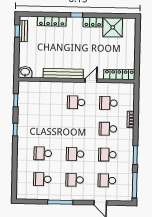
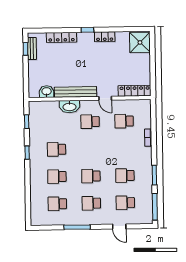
shower: (113, 27) -> (140, 42), moved
washbasin: (25, 72) -> (47, 92), moved
door: (91, 81) -> (105, 98), swing flipped
washbasin: (57, 87) -> (69, 107), added
school desk: (108, 129) -> (56, 149), moved

